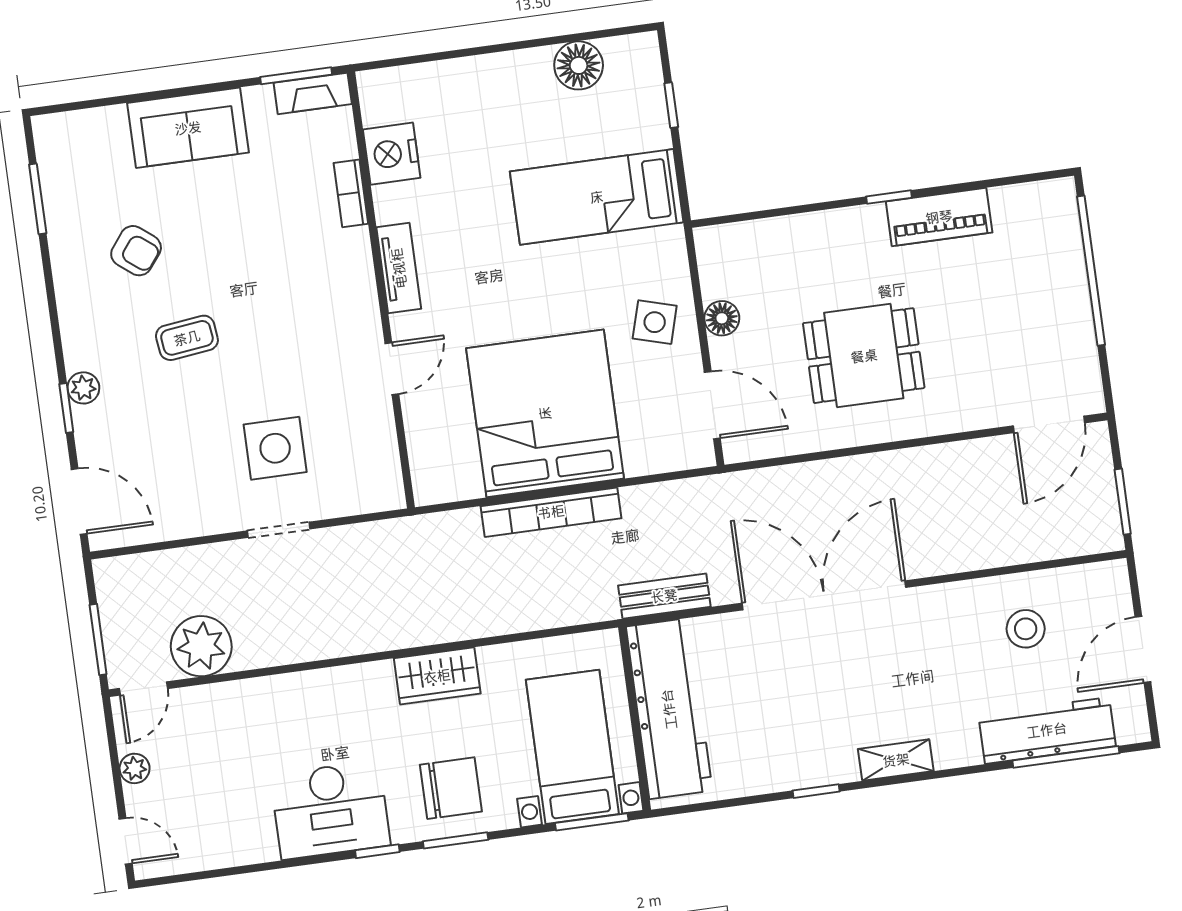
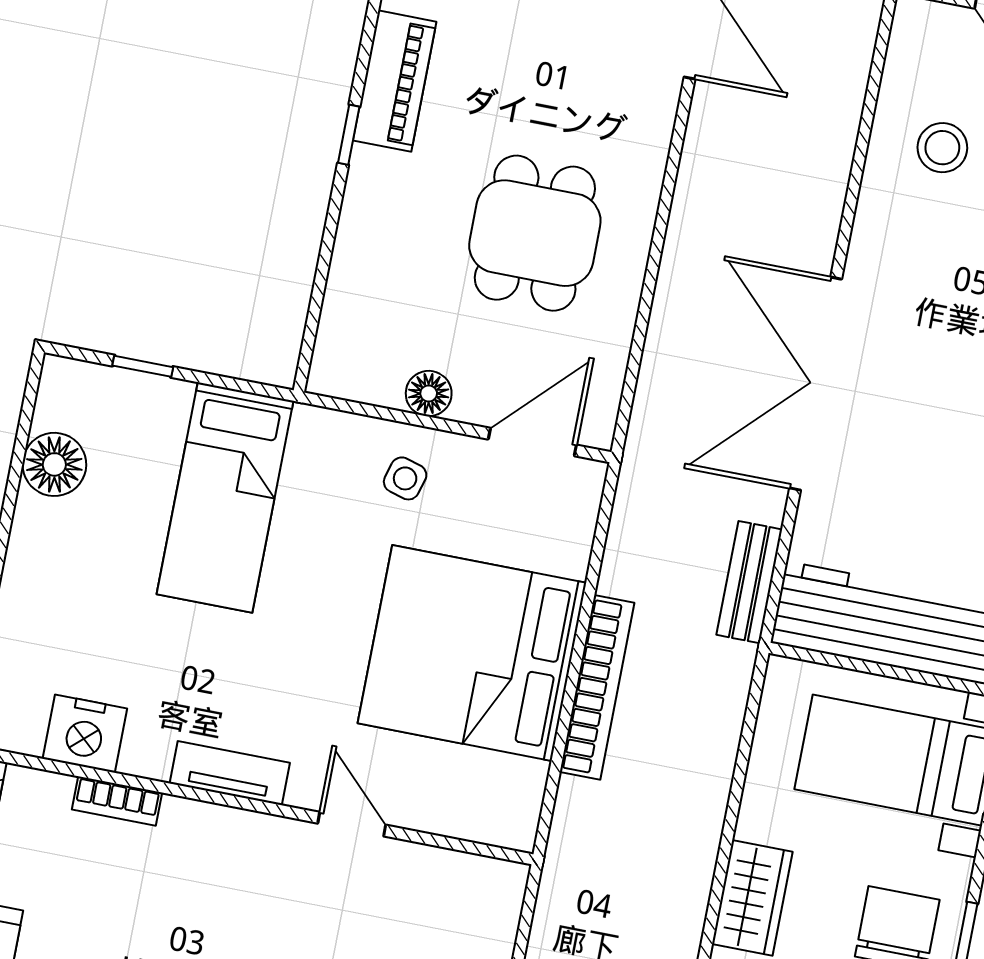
side table: (655, 322) -> (405, 478), width x0.73, depth x0.73

